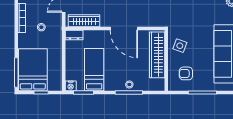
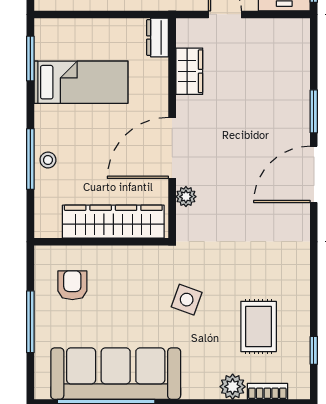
wardrobe: (84, 21) -> (189, 71), width x0.67
plant: (146, 22) -> (186, 197), added
side table: (180, 46) -> (187, 300), moved
nightstand: (71, 86) -> (45, 30), removed

